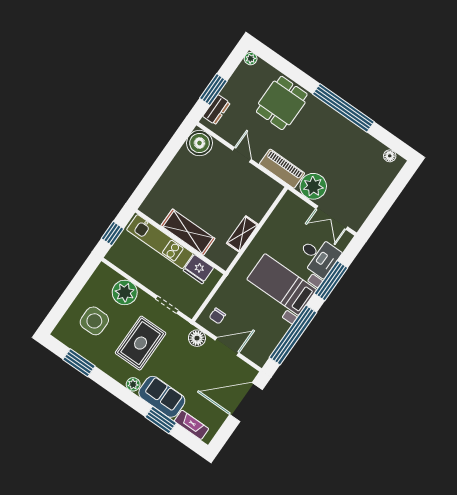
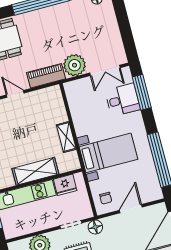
window: (331, 281) -> (142, 92), moved
bed with nightstands: (282, 285) -> (108, 153), moved, turned 180
floor lamp: (197, 338) -> (95, 227), moved

